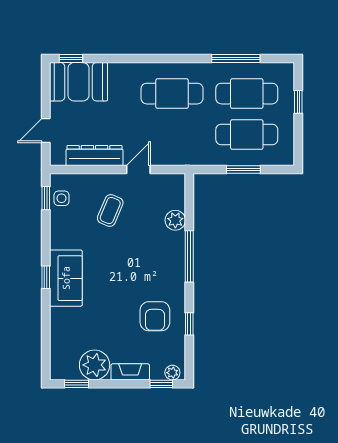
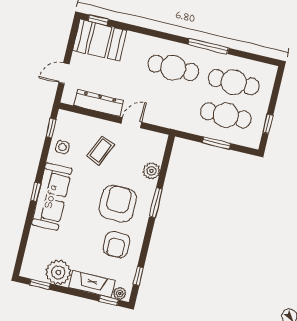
window: (236, 59) -> (208, 46), moved
window: (298, 102) -> (268, 124), moved
side table: (61, 198) -> (62, 147), moved
window: (189, 256) -> (156, 203), width x0.69
armchair: (145, 268) -> (118, 204), added
sofa: (66, 278) -> (52, 197), width x1.36
window: (189, 324) -> (138, 276), moved
fireplace: (130, 372) -> (92, 284), width x1.37, depth x1.32

